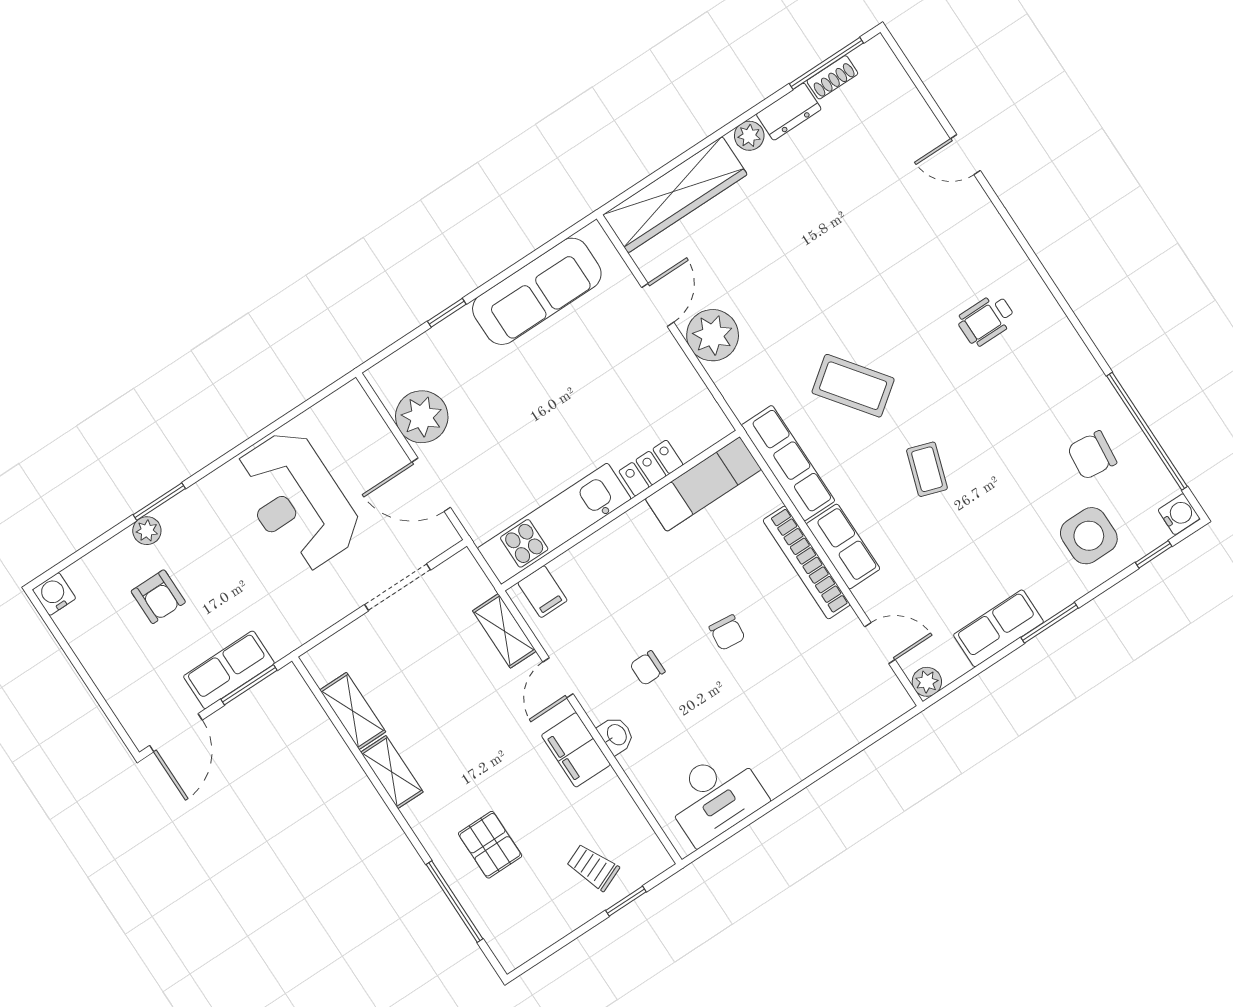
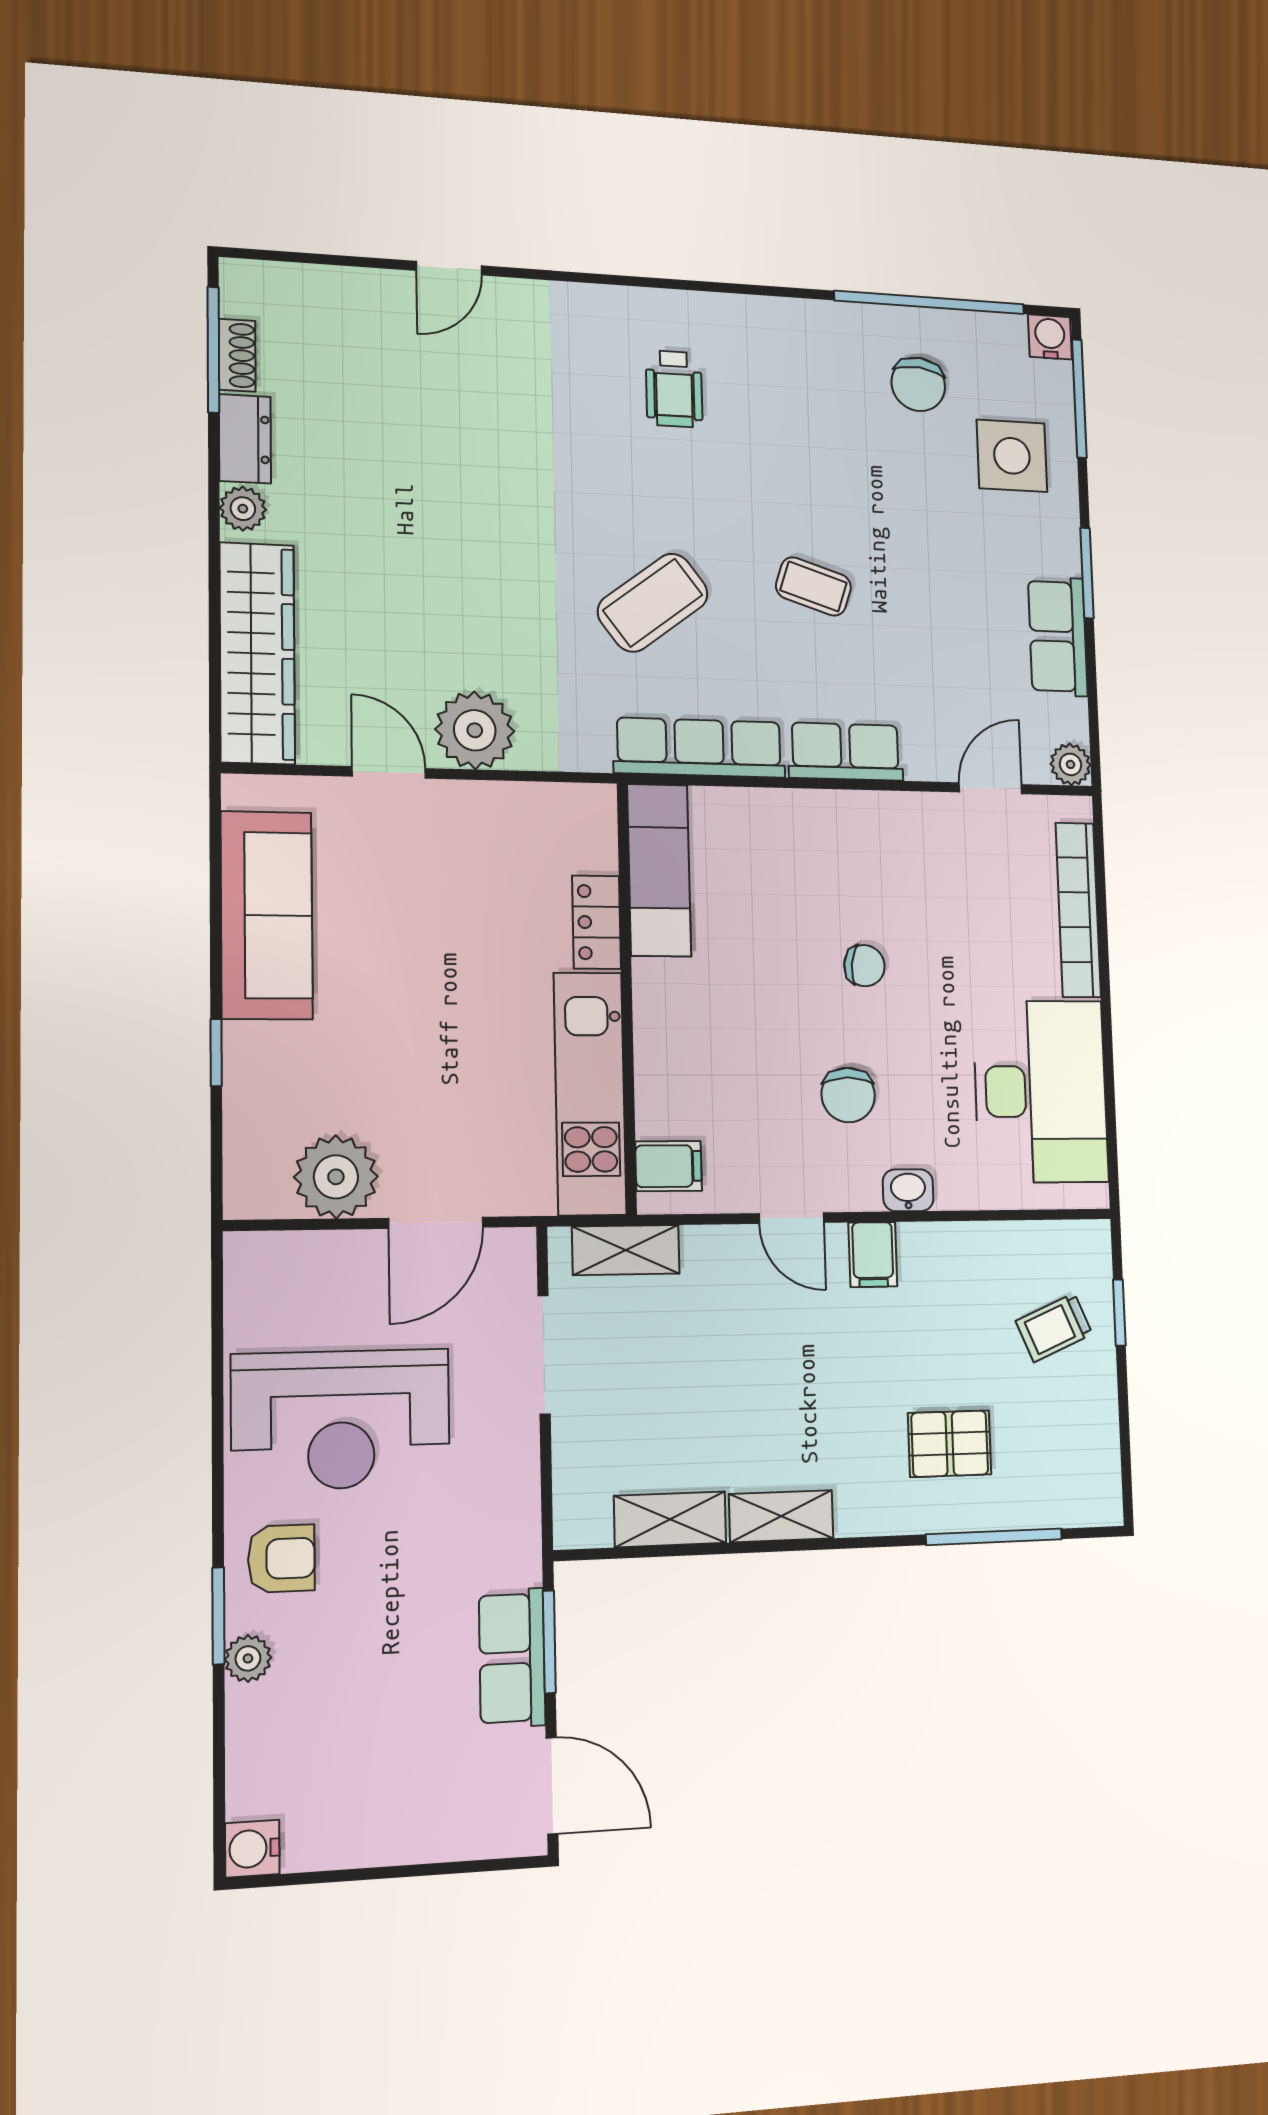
window: (1154, 554) -> (1079, 399), width x2.17
bookcase: (807, 562) -> (1078, 910), moved, turned 90
armchair: (158, 597) -> (281, 1559), moved
shelving: (504, 631) -> (626, 1250), moved
chair: (647, 668) -> (848, 1095), width x1.37, depth x1.37
filing cabinet: (576, 750) -> (873, 1255), width x0.50
desk: (715, 796) -> (1041, 1091), width x1.36, depth x1.30

